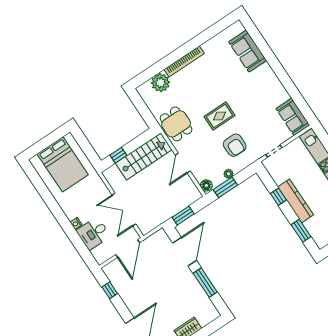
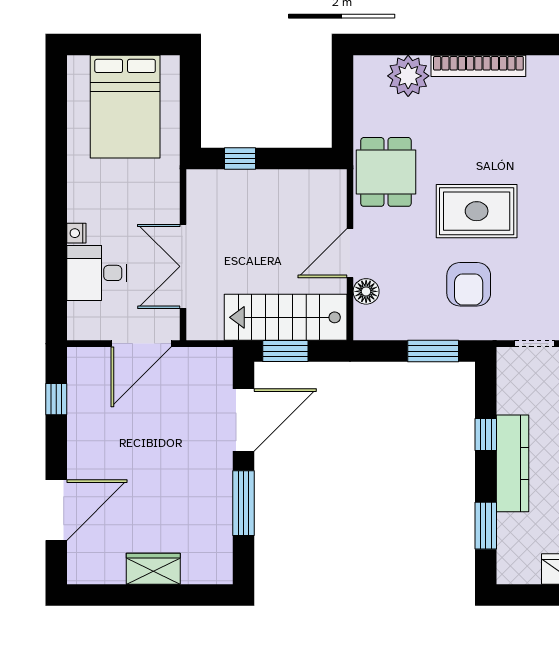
rug: (220, 116) -> (477, 211), width x1.36, depth x1.43
stairs: (144, 156) -> (286, 317), moved, turned 180
plant: (228, 174) -> (422, 330), removed
floor lamp: (206, 185) -> (366, 291), moved
window: (225, 187) -> (433, 351), moved

